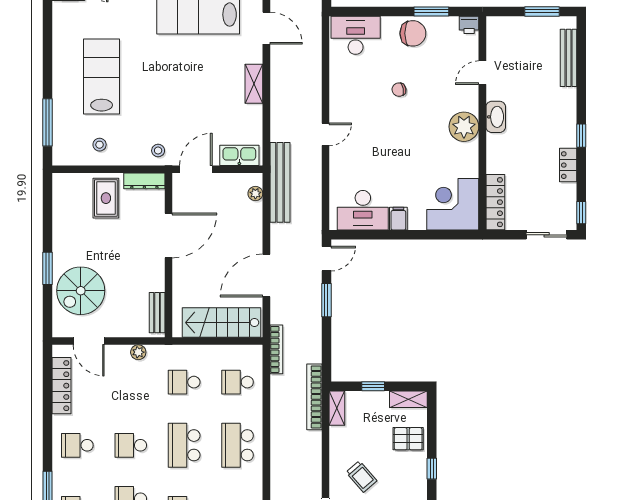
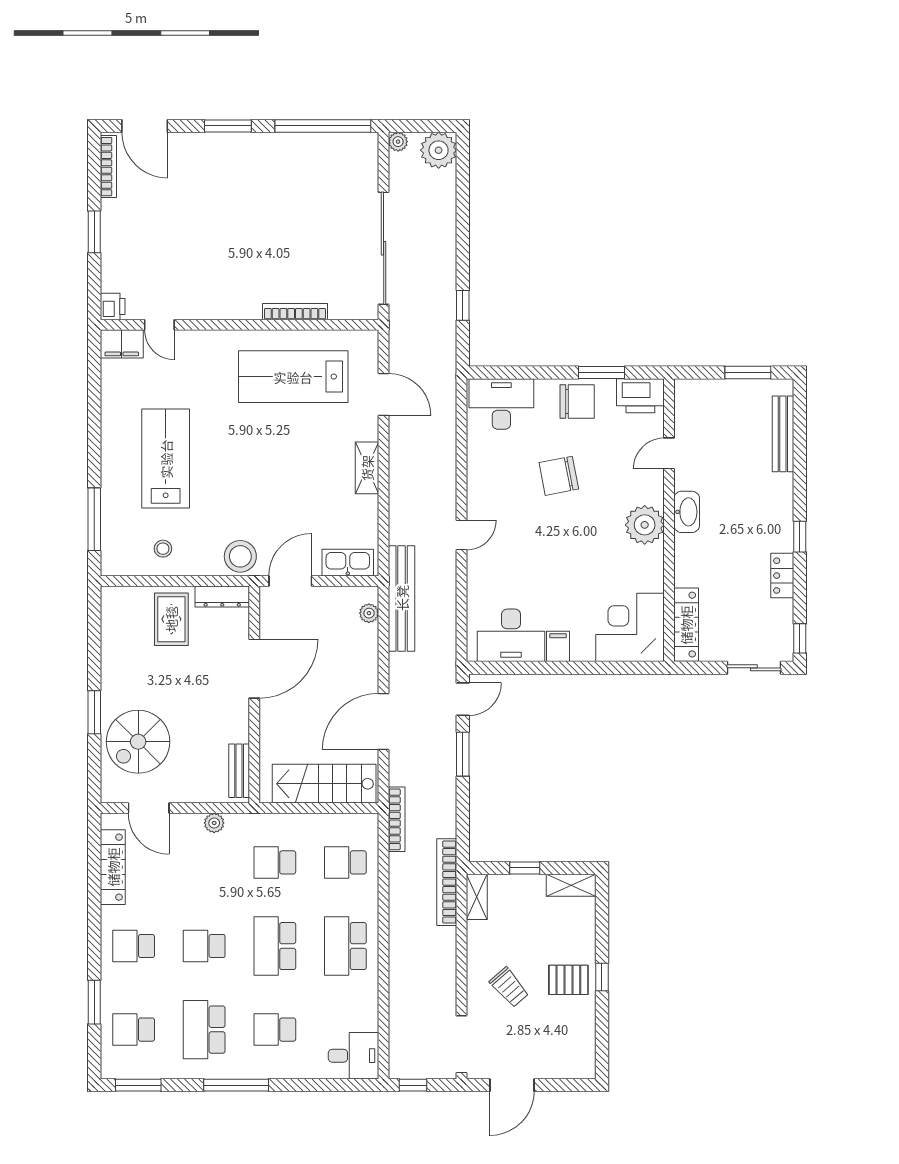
printer: (469, 25) -> (640, 396), width x1.87, depth x1.48
chair: (399, 90) -> (559, 476), width x1.87, depth x1.87
stool: (158, 151) -> (240, 556), width x1.89, depth x1.89
pallet: (408, 439) -> (568, 980), moved

